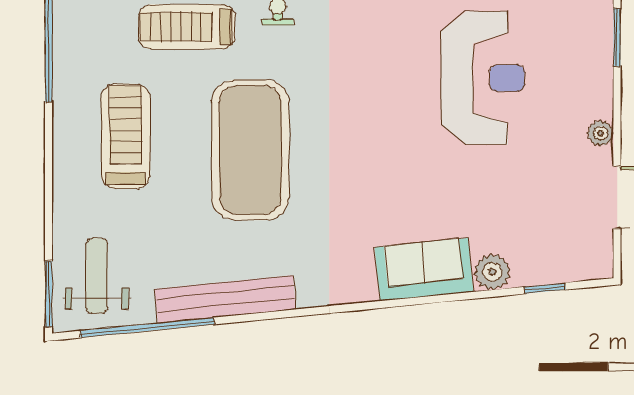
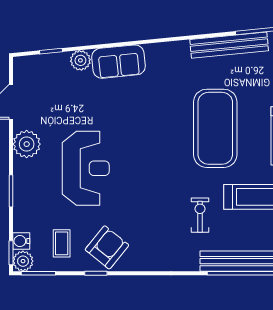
reception desk: (483, 78) -> (86, 168), turned 180
plant: (600, 133) -> (27, 144), width x1.88, depth x1.88

